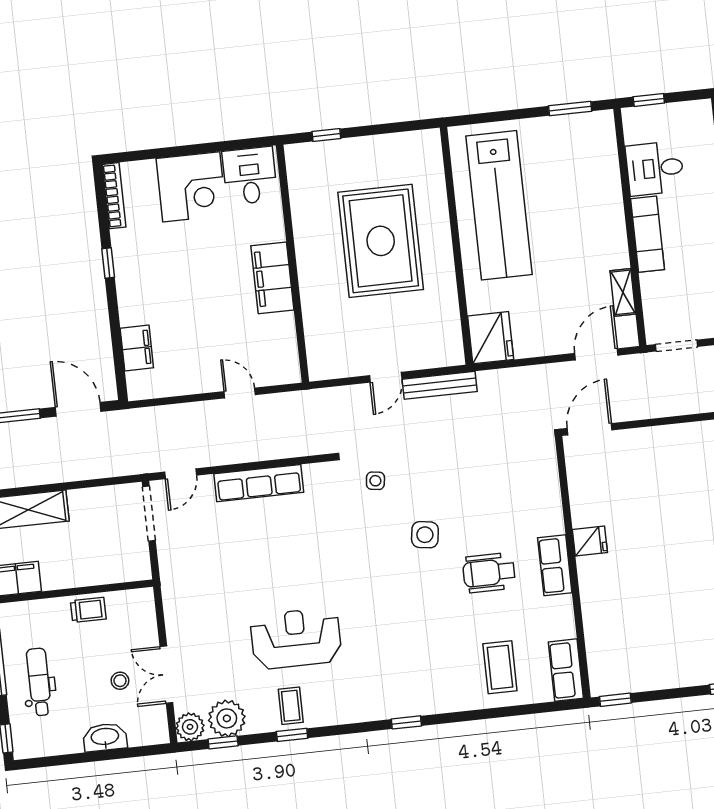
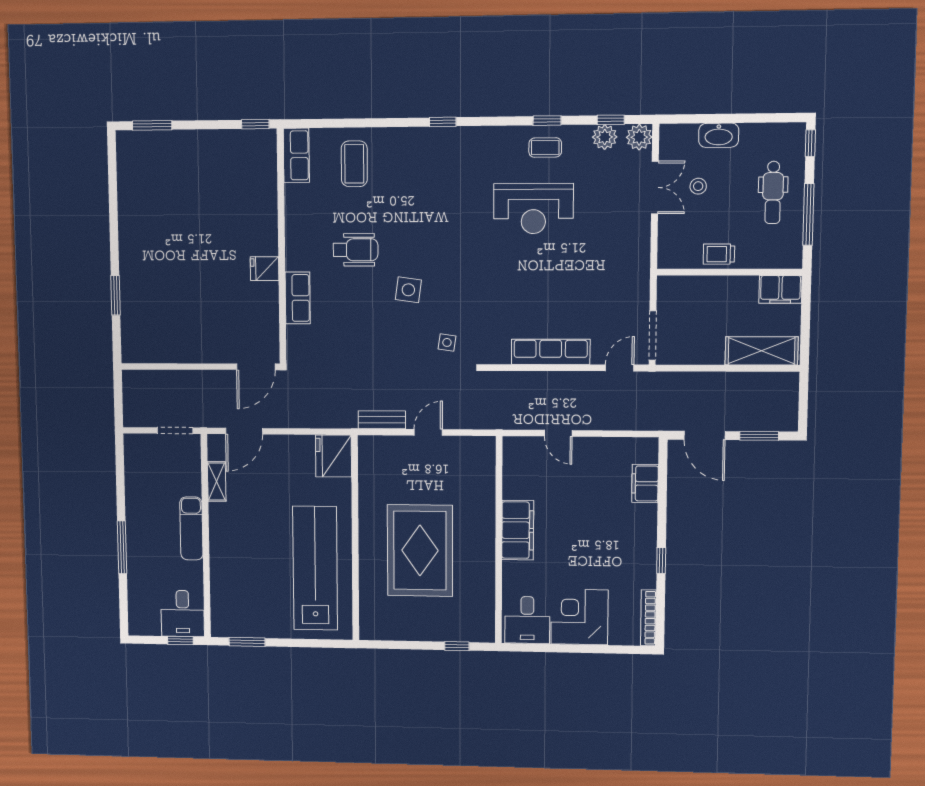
desk: (655, 168) -> (183, 614), moved, turned 90
bench: (440, 385) -> (382, 420), width x0.73
row of seats: (555, 565) -> (298, 298), moved
coffee table: (291, 706) -> (545, 148), turned 90
plant: (227, 718) -> (605, 137), width x0.73, depth x0.73

